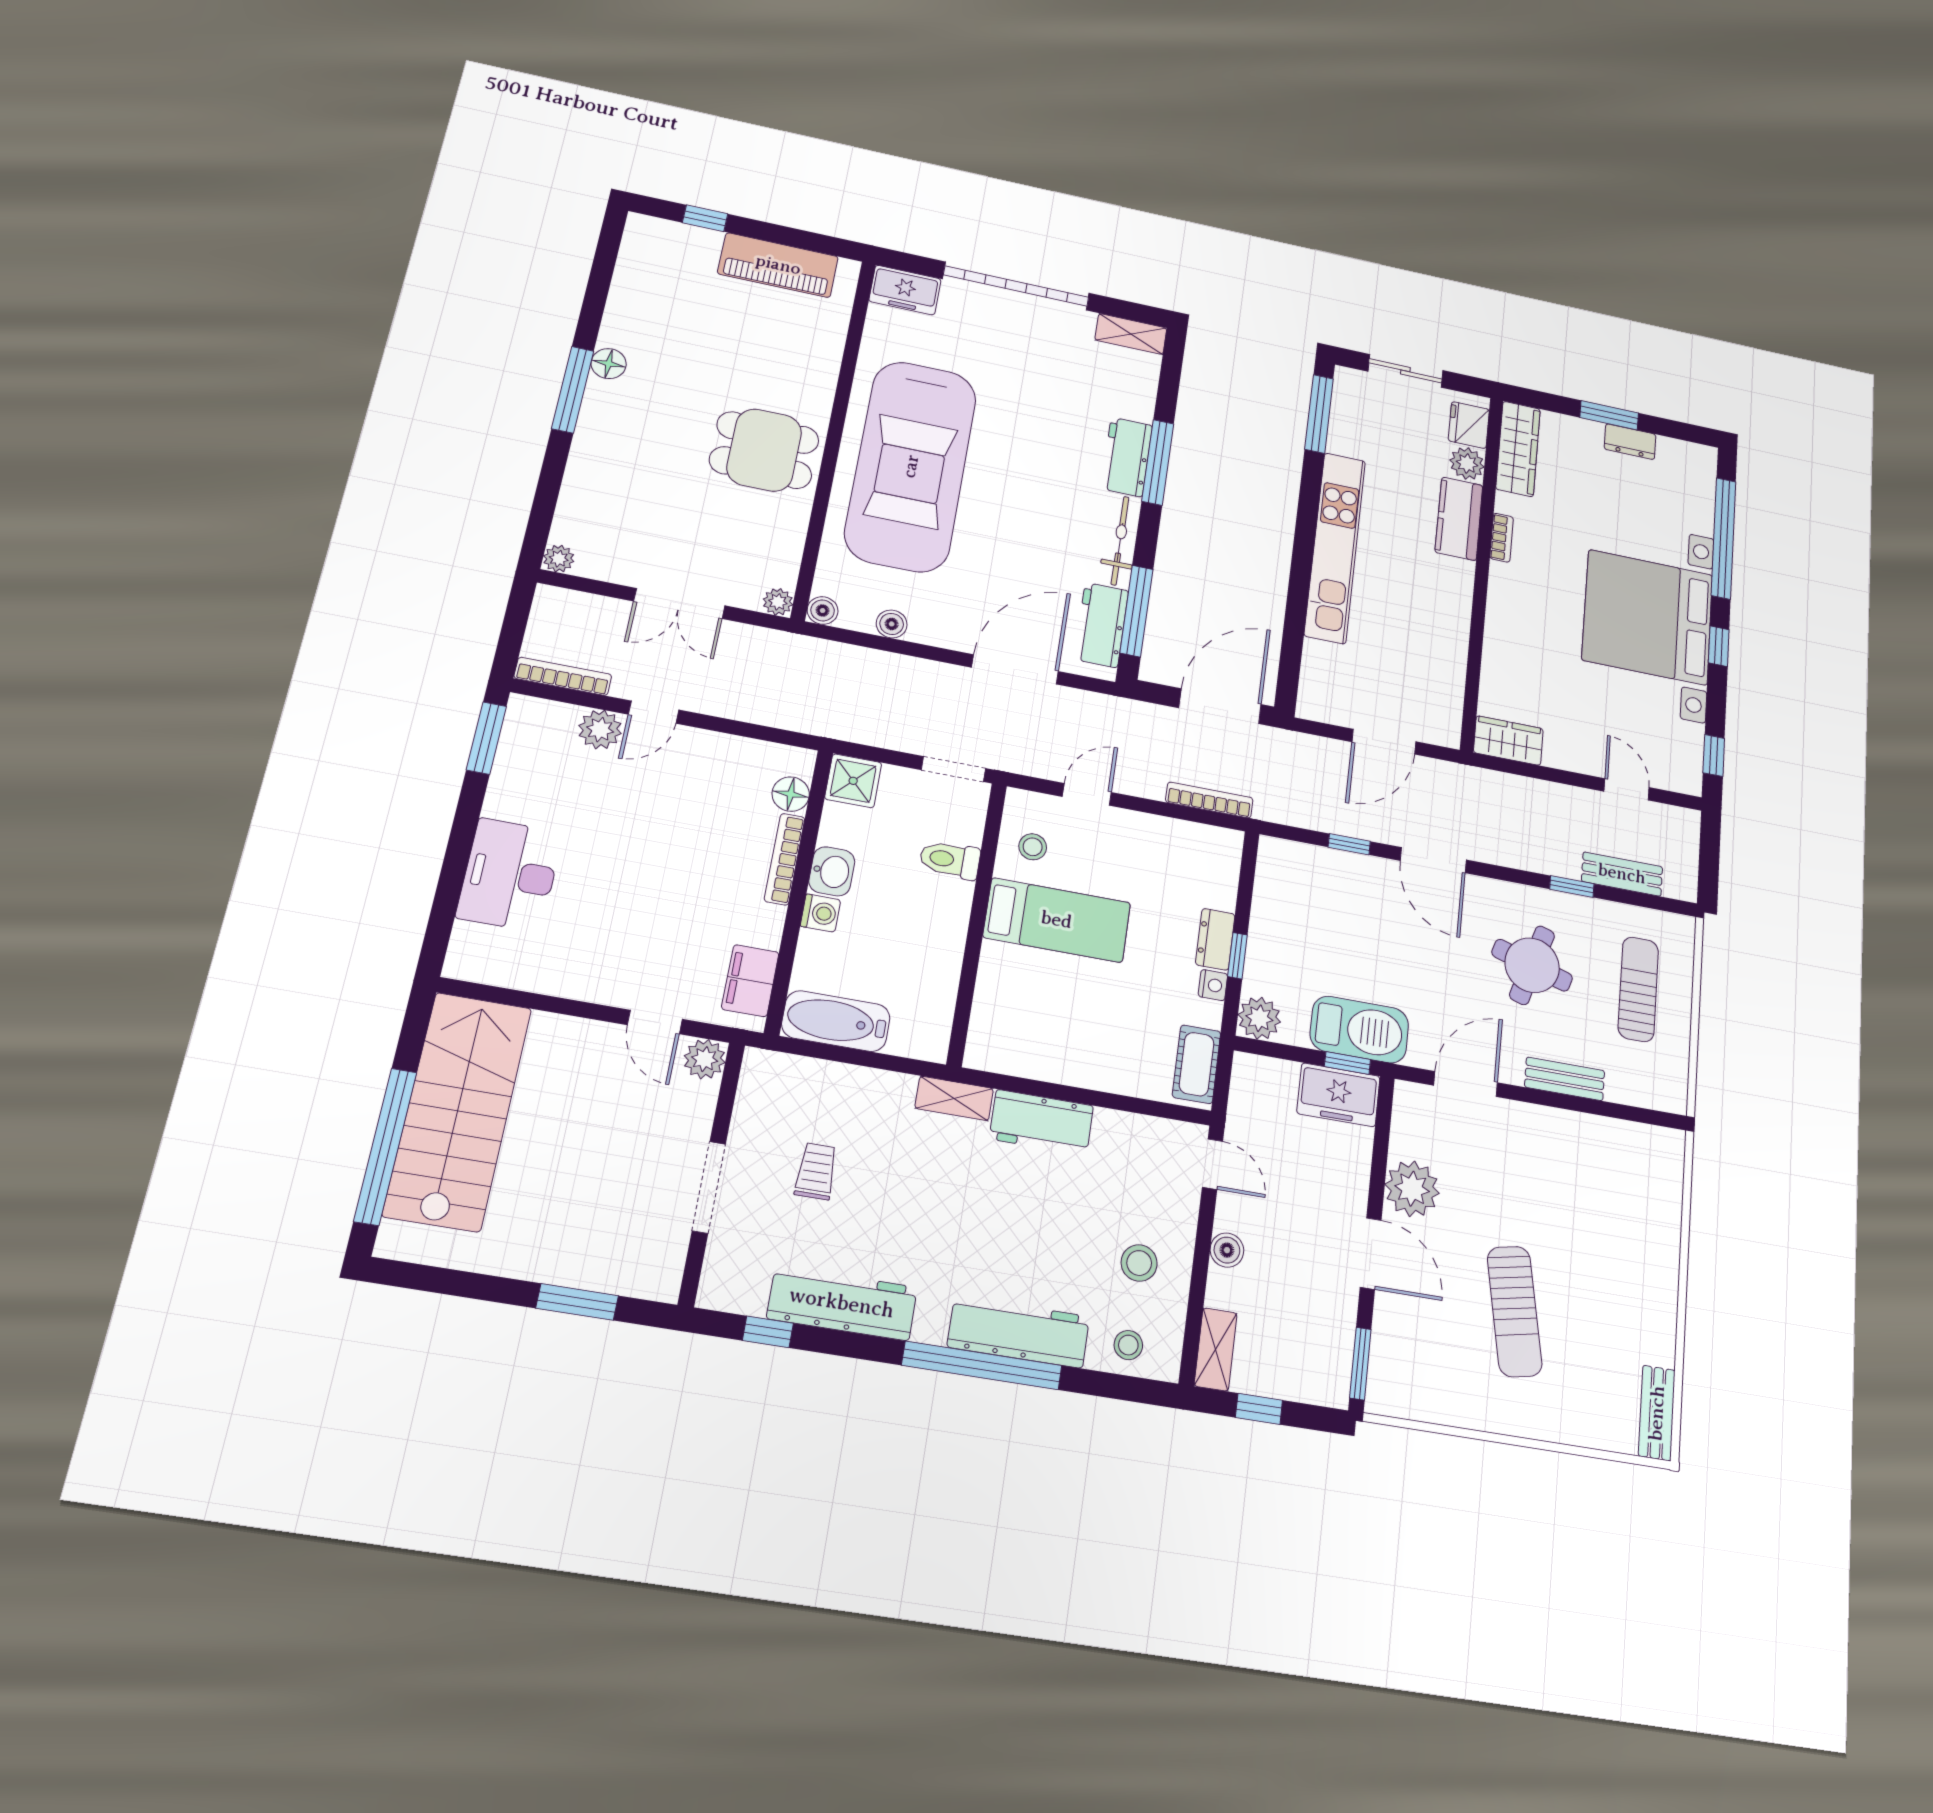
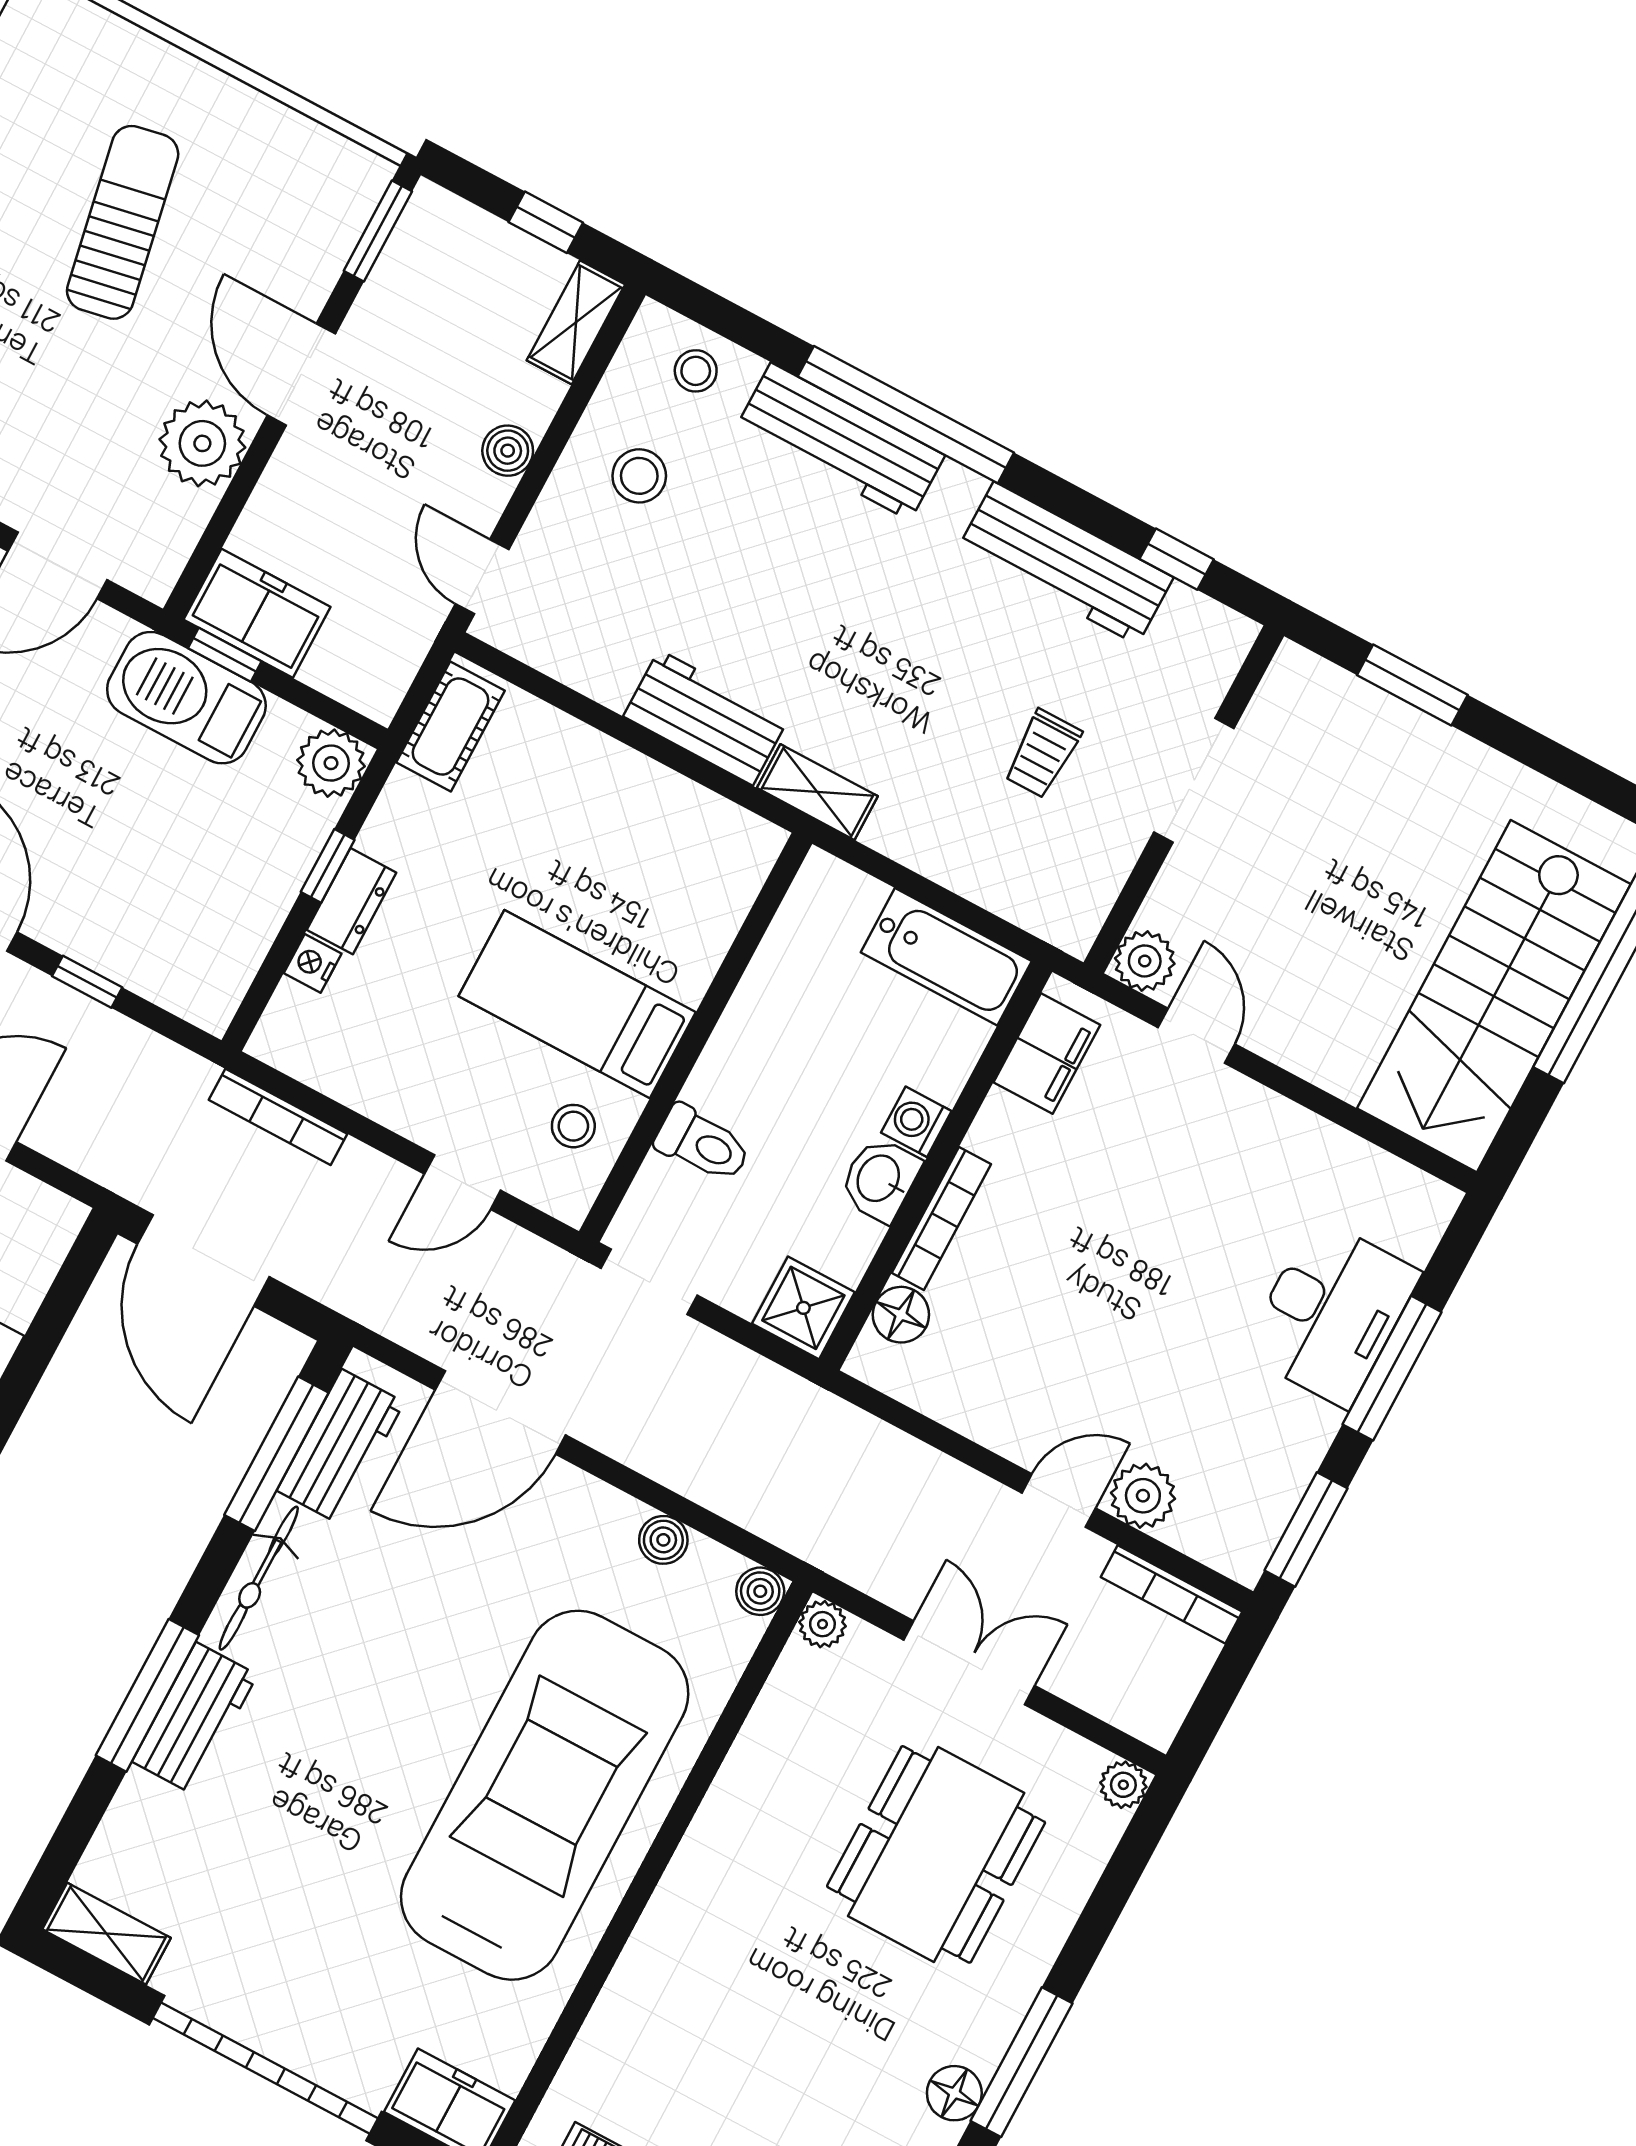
dining table: (764, 450) -> (936, 1854), moved, width x1.38
door: (1220, 706) -> (203, 1260), hinge flipped
window: (458, 852) -> (1392, 1368), added
nightstand: (1213, 985) -> (313, 963), moved

